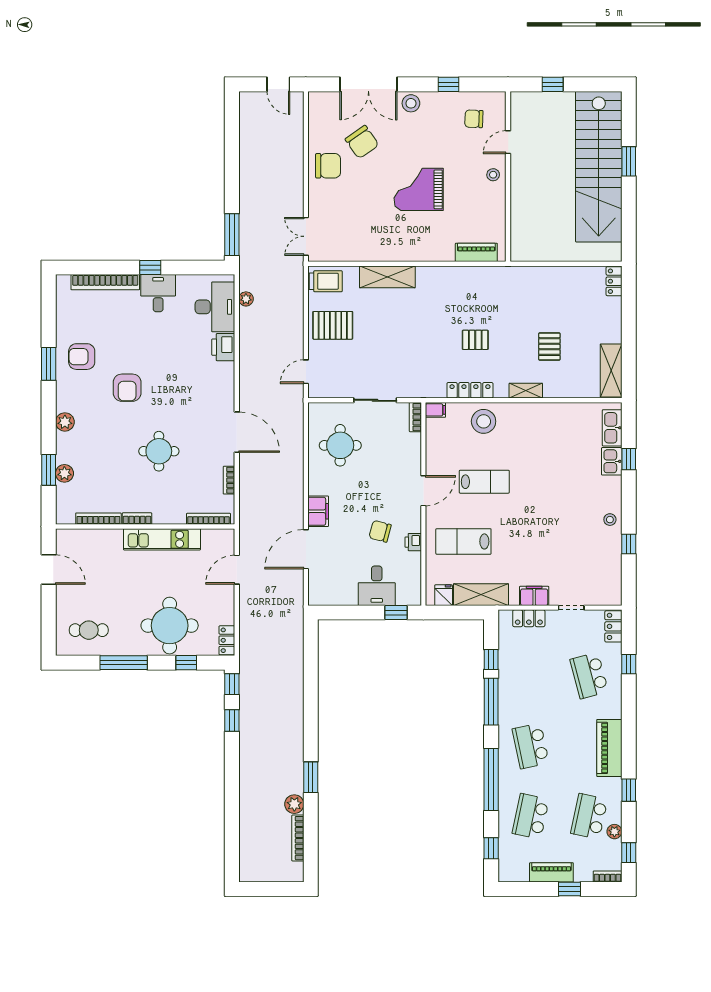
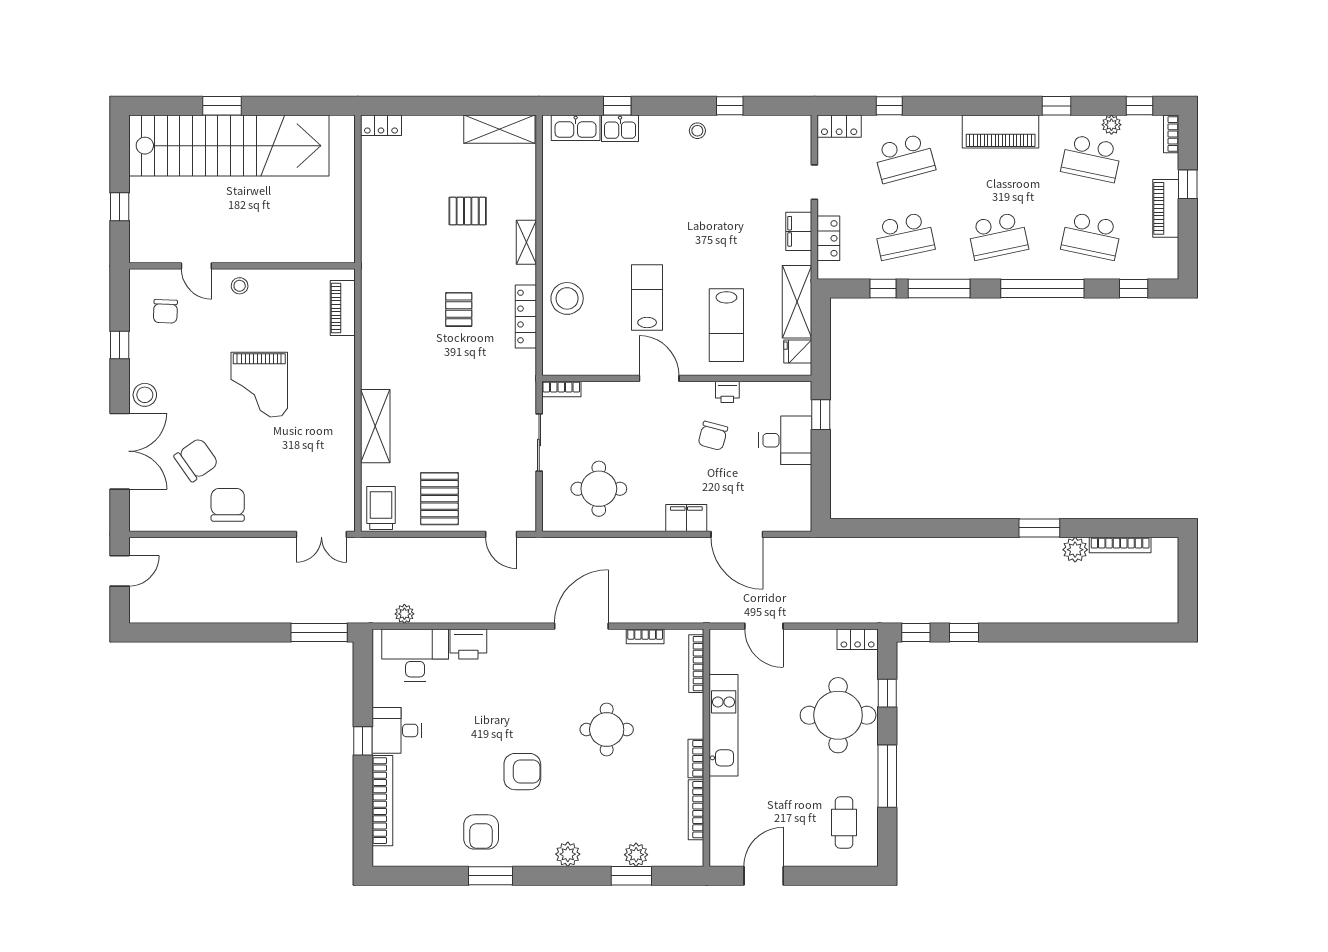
filing cabinet: (435, 410) -> (552, 362), removed
school desk: (531, 676) -> (904, 236), added

